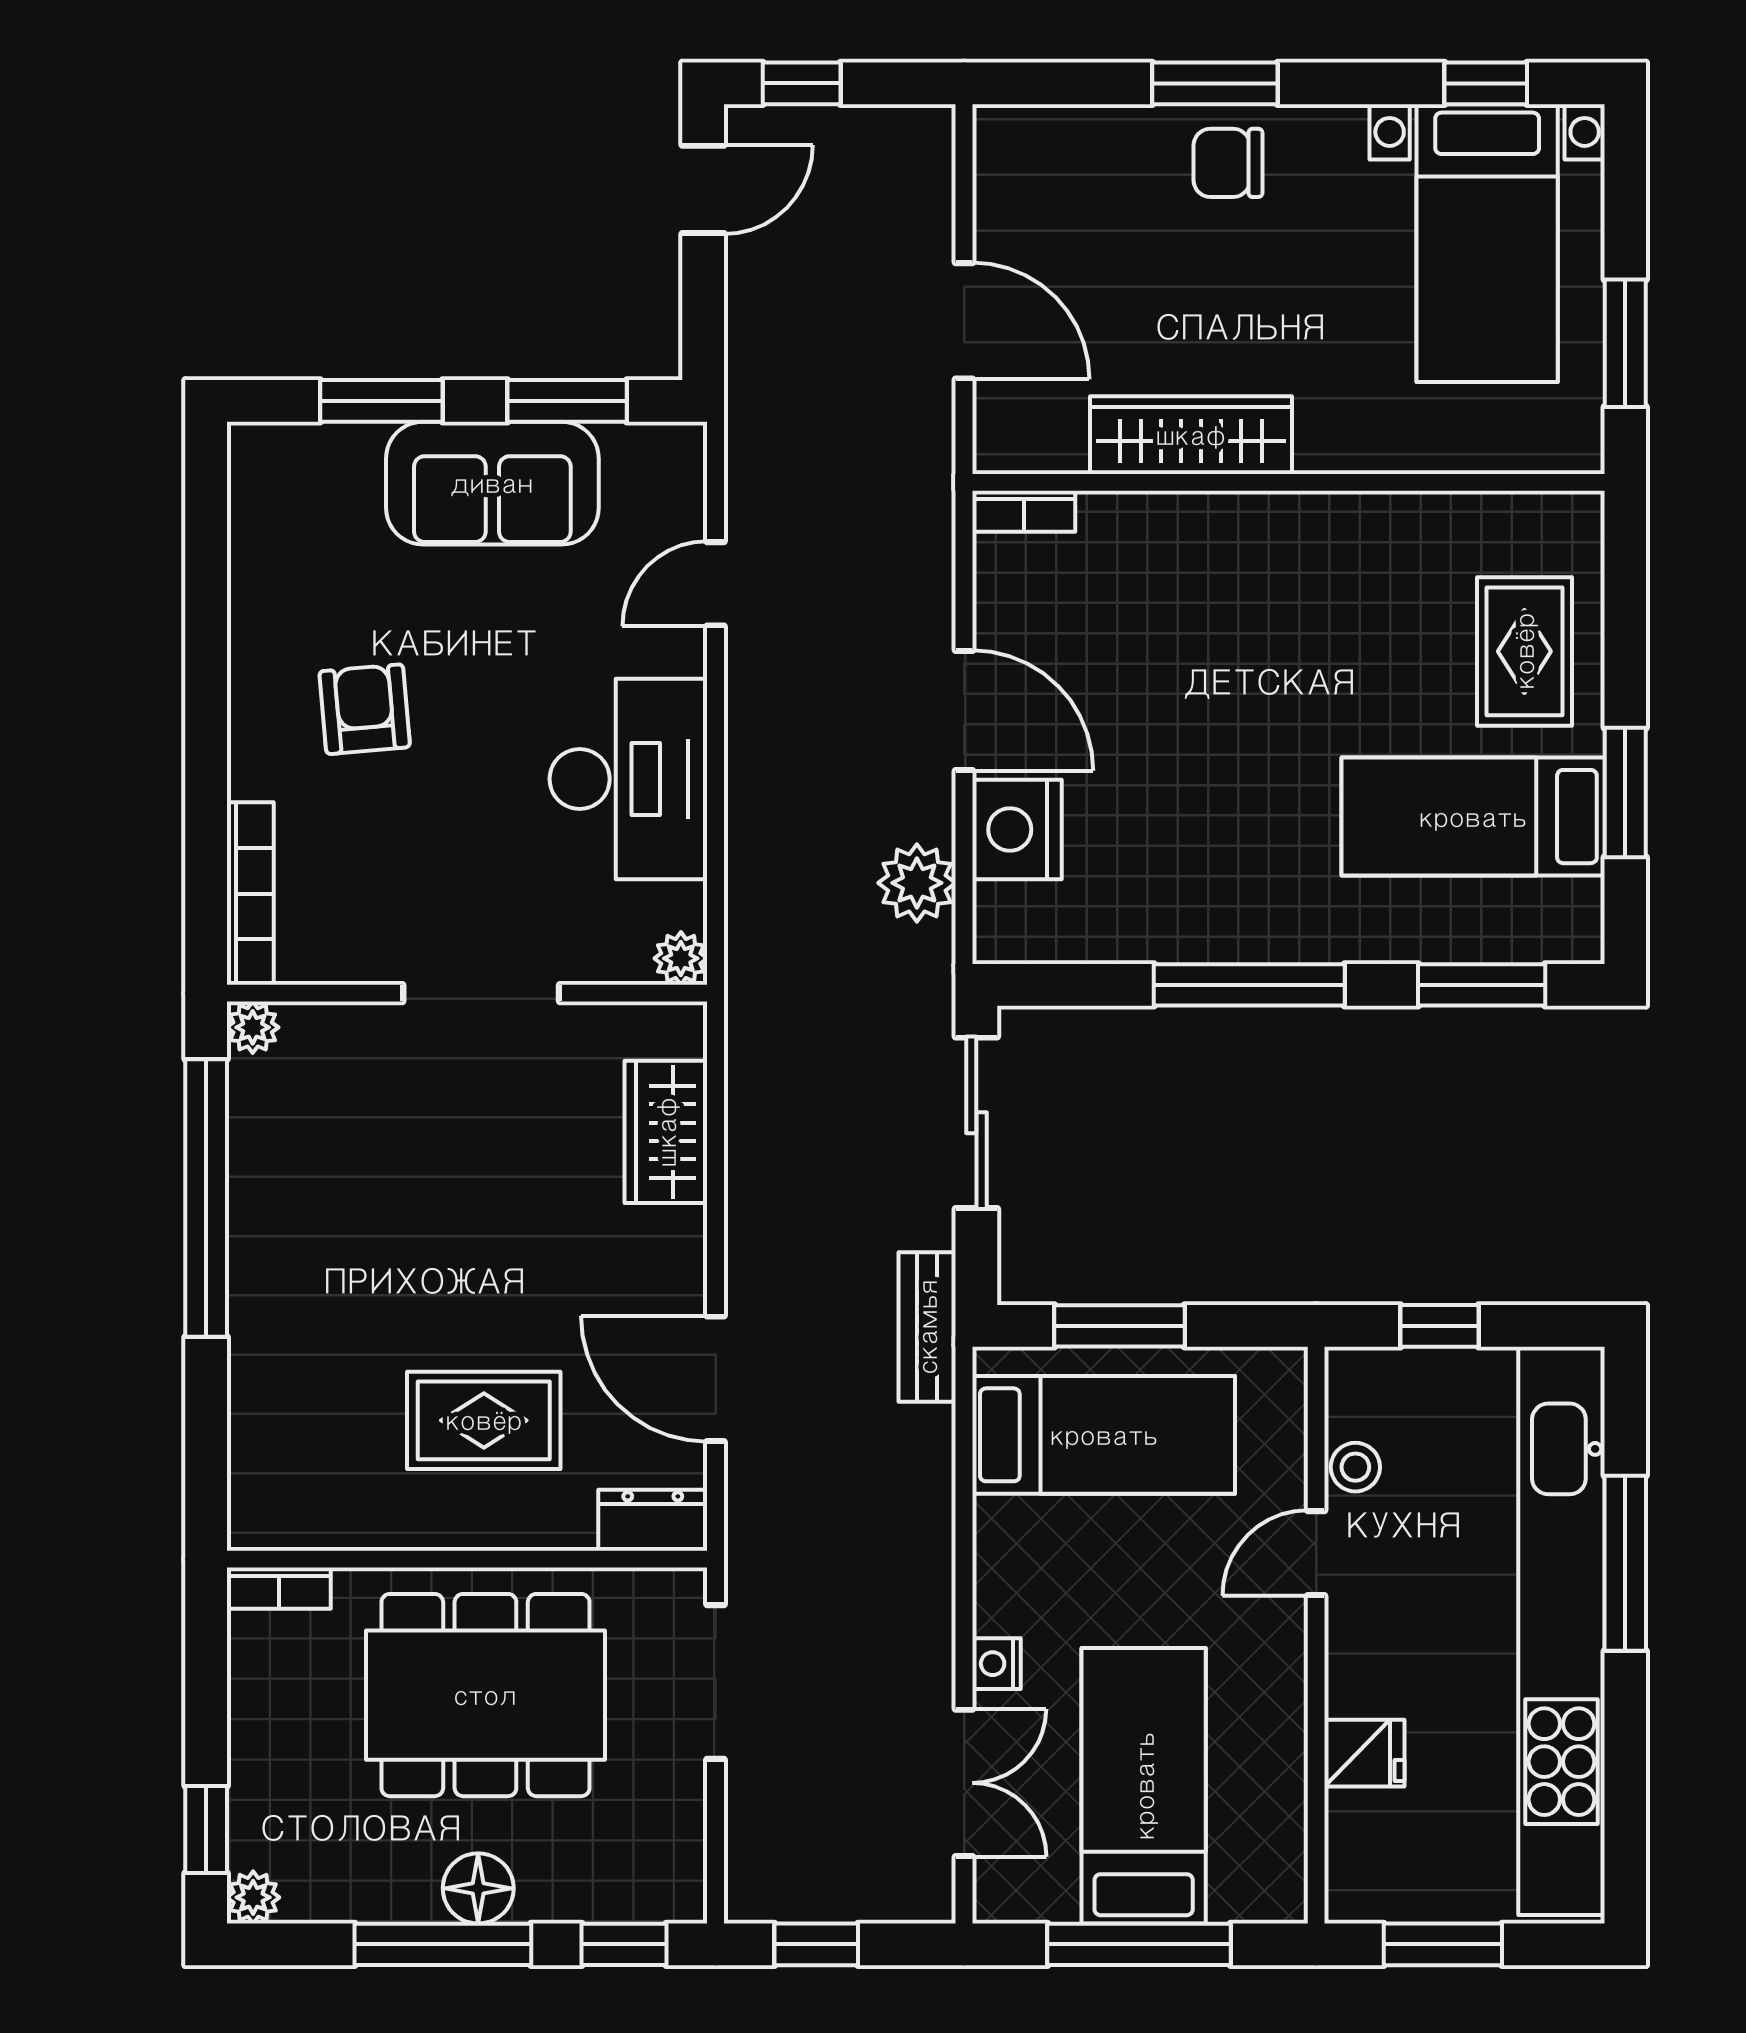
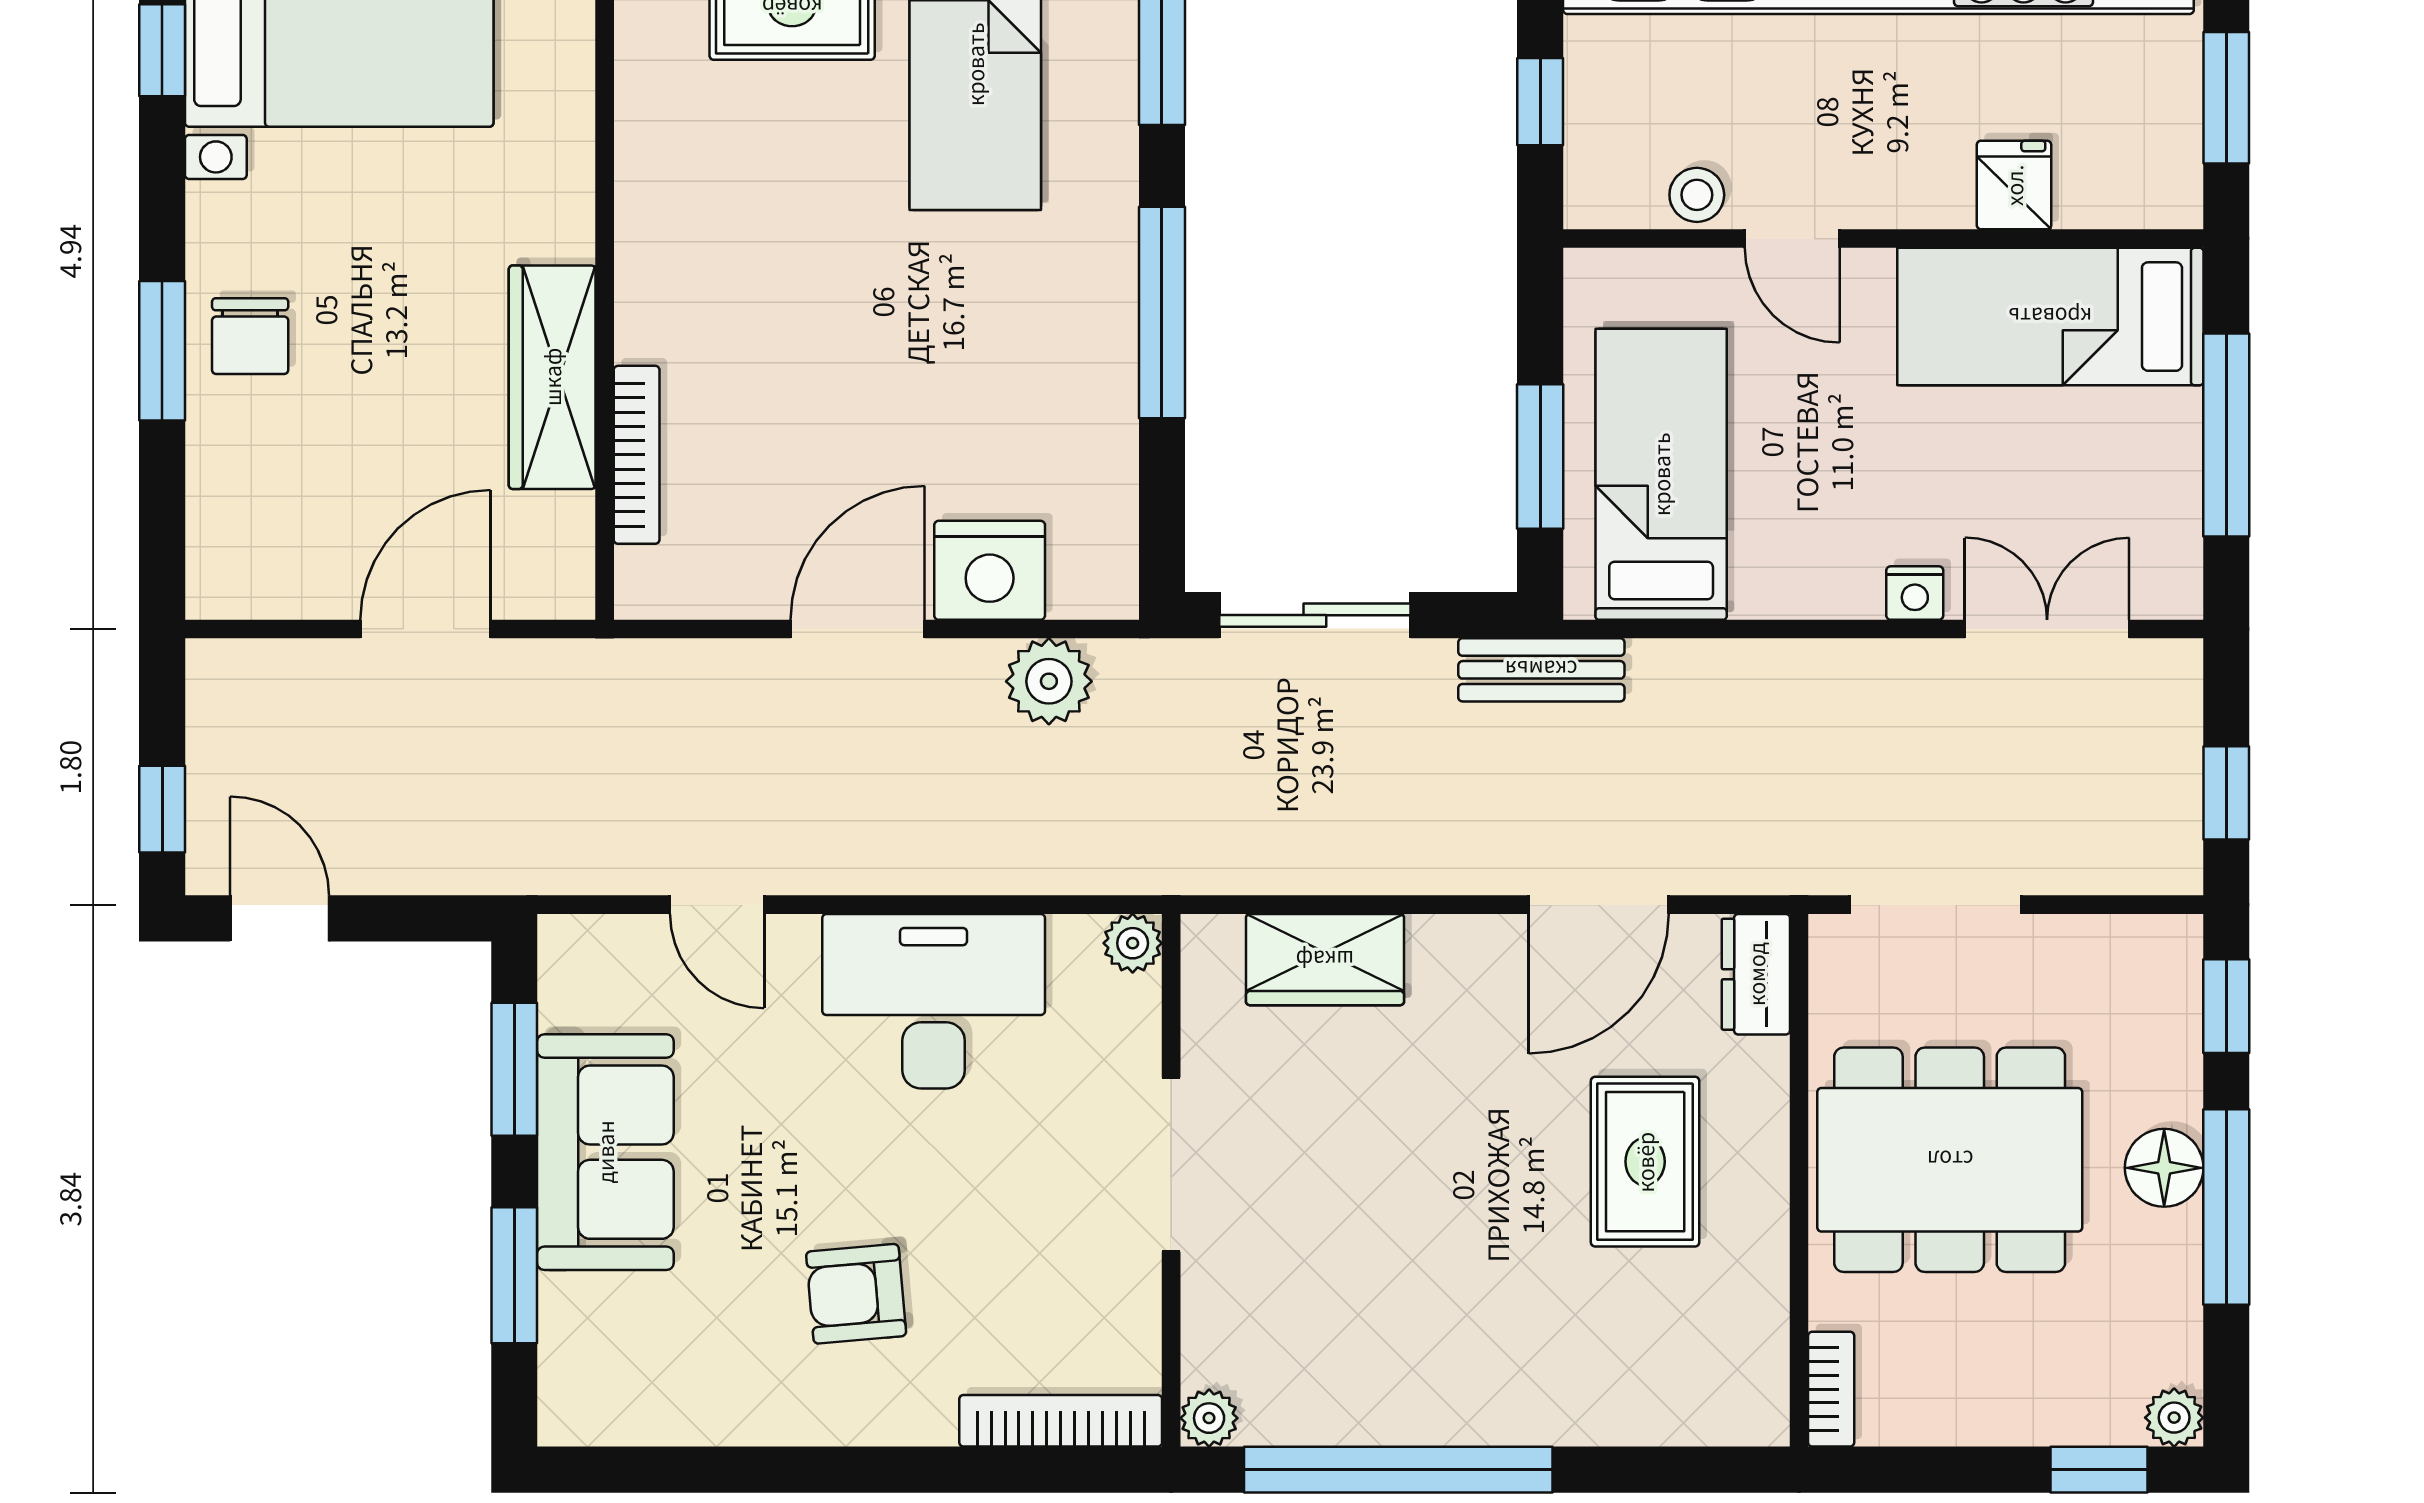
bookcase: (1024, 511) -> (637, 455), moved, width x1.56
dining table: (485, 1695) -> (1950, 1160), turned 90
bed: (1144, 1786) -> (2050, 317), moved

